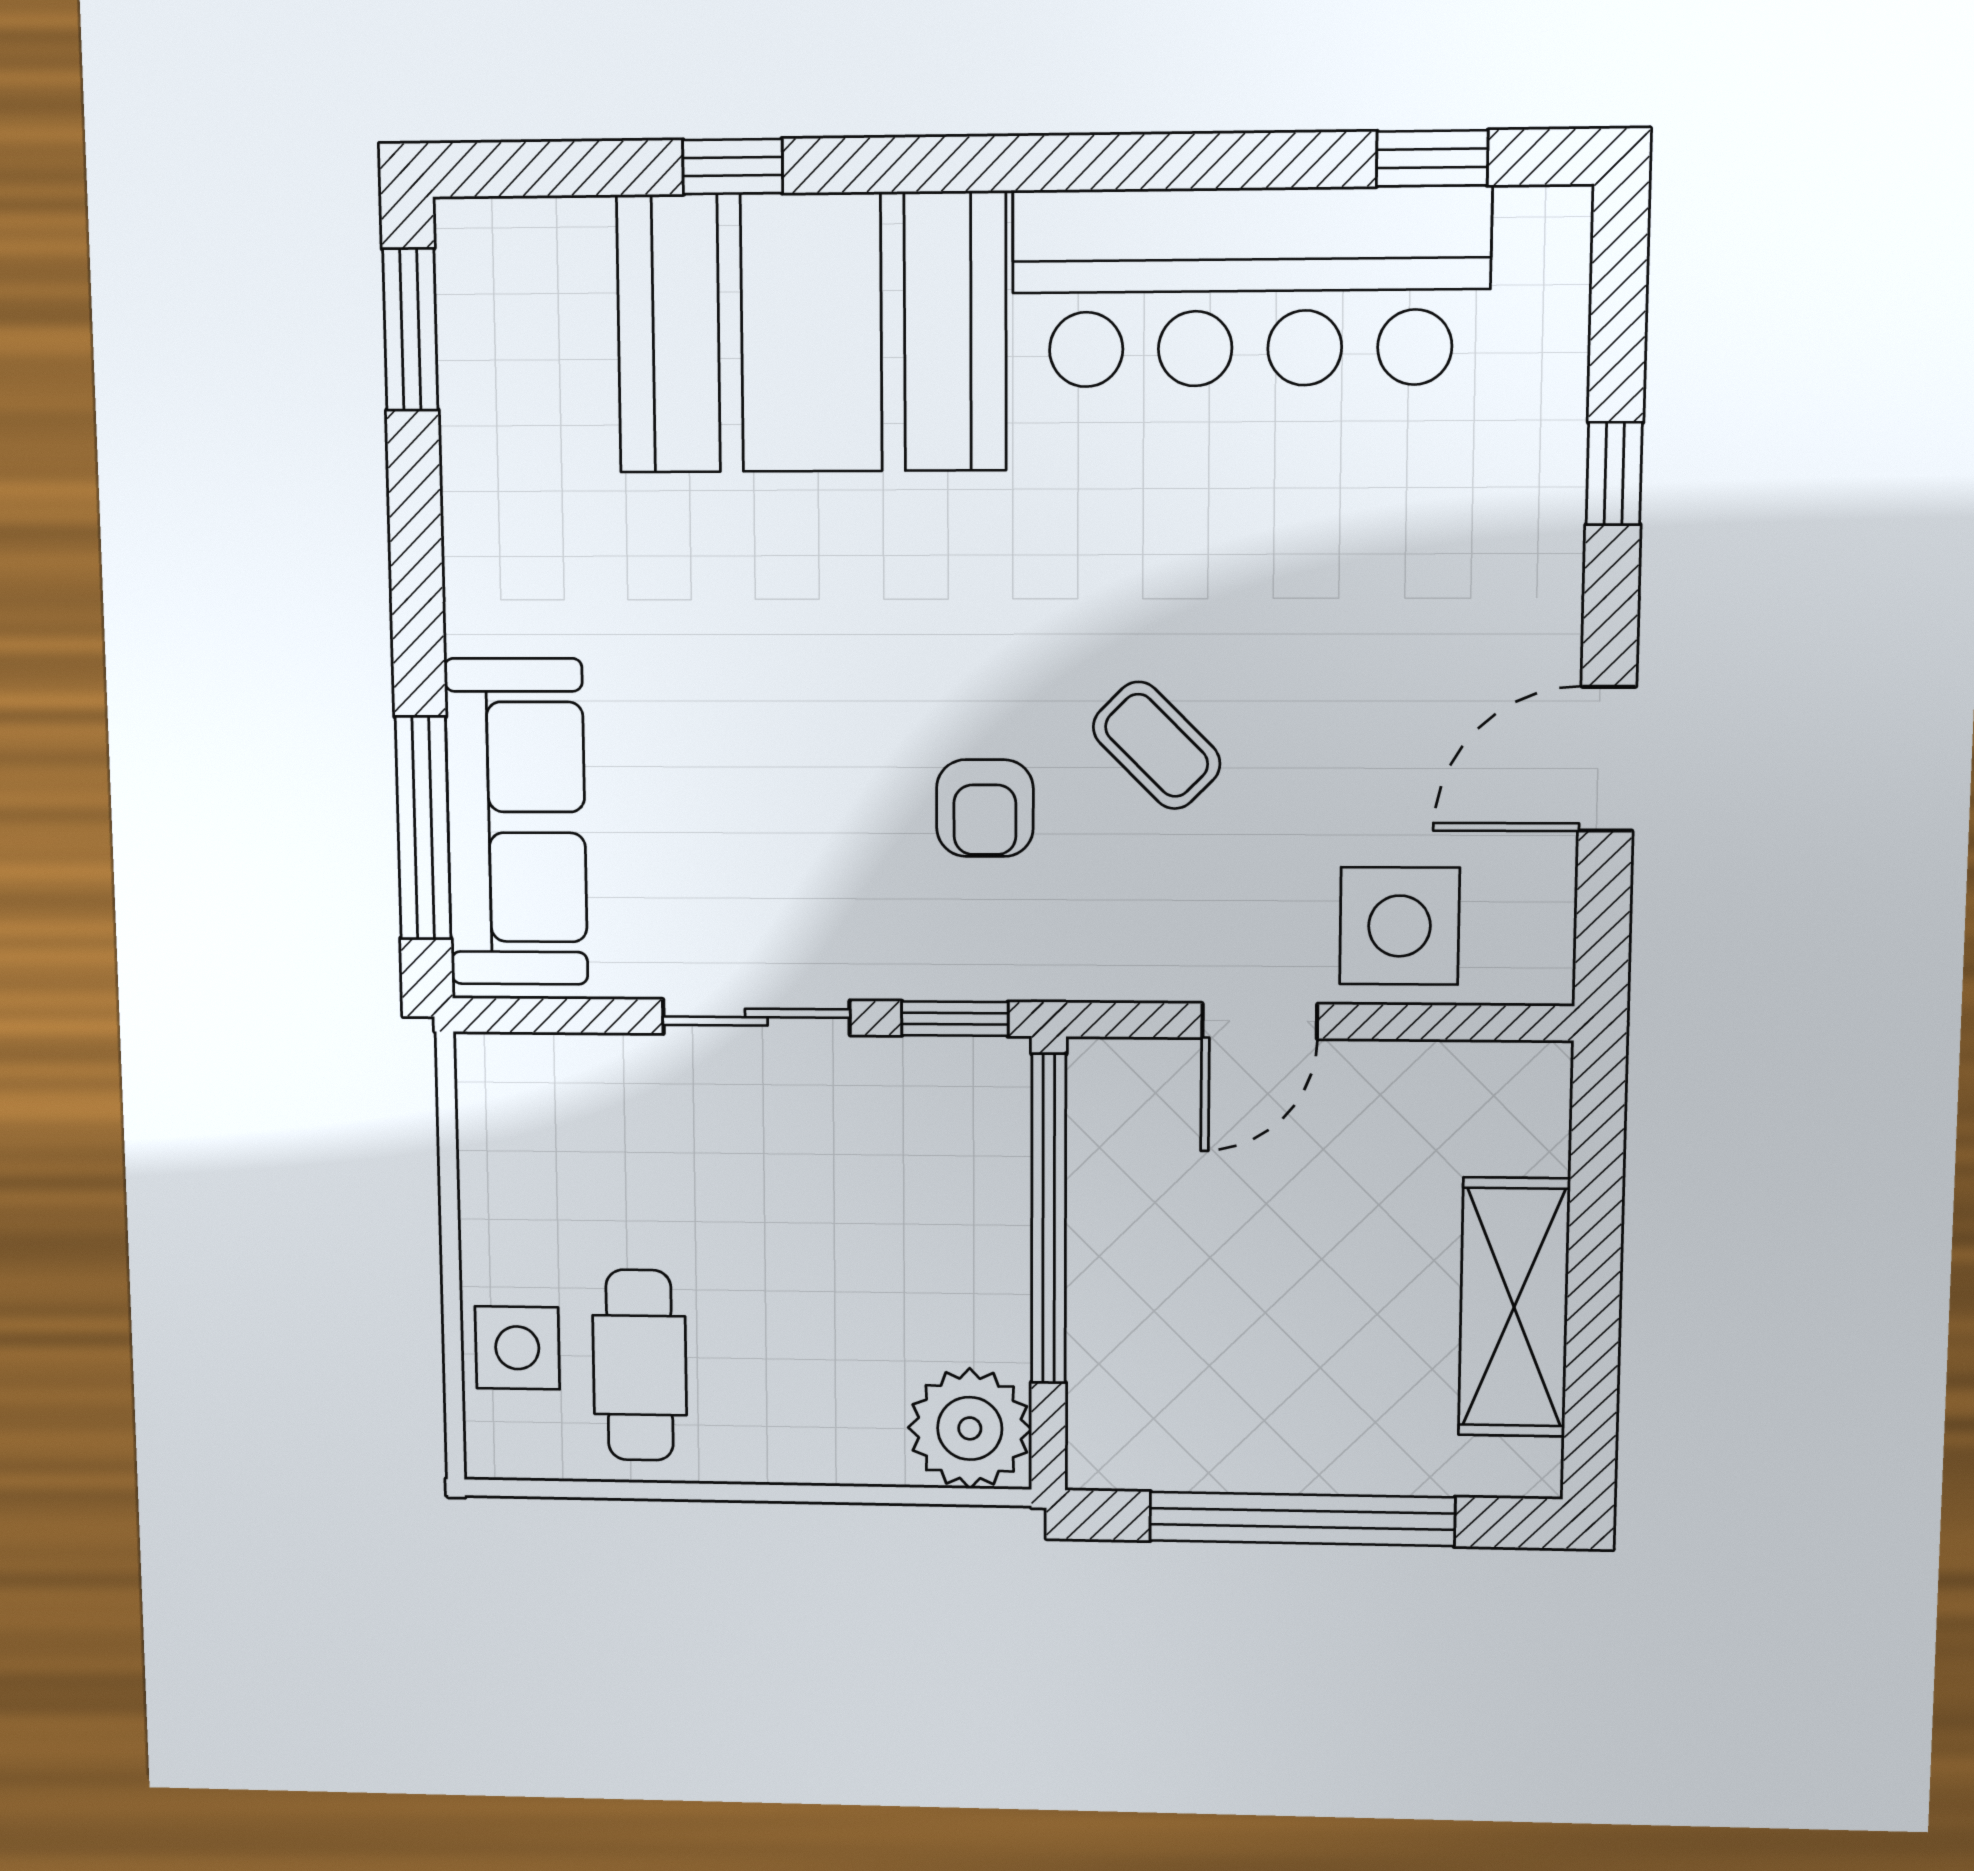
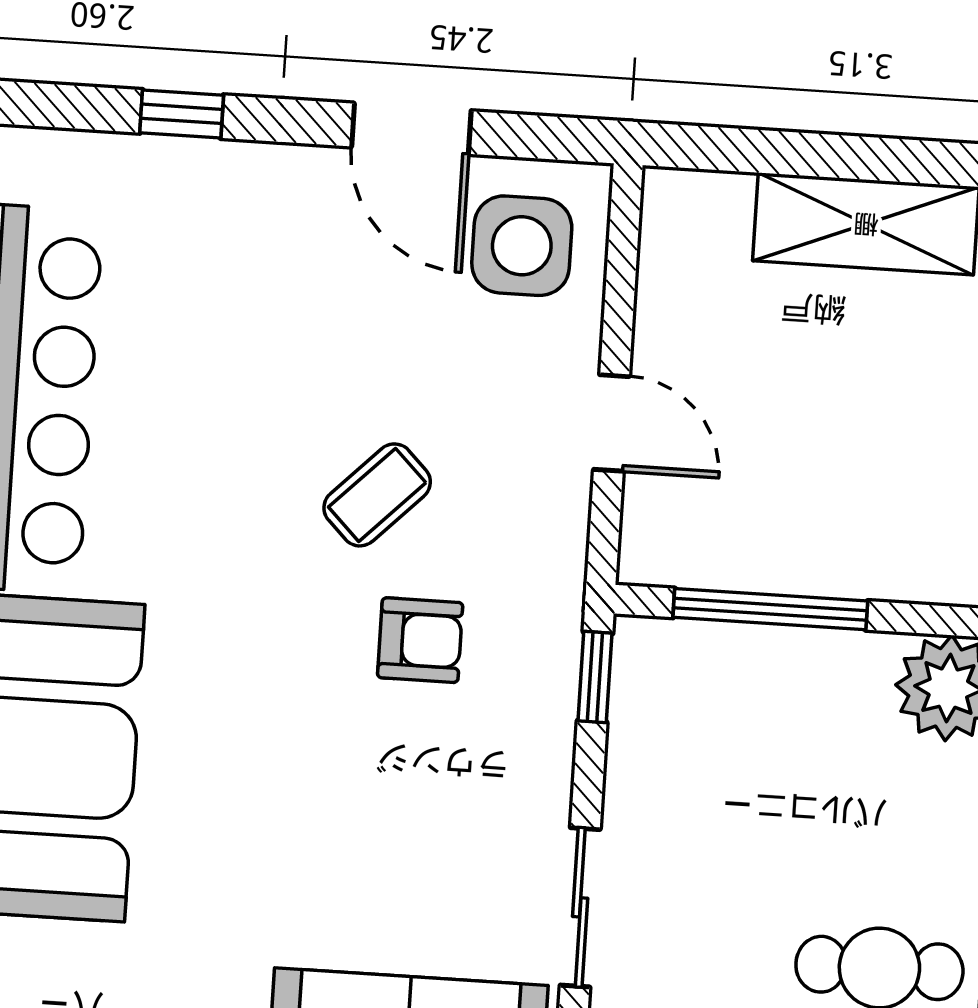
side table: (1399, 926) -> (522, 246), moved
sliding door: (756, 1017) -> (580, 907), moved
window: (1049, 1219) -> (770, 609), width x0.68

